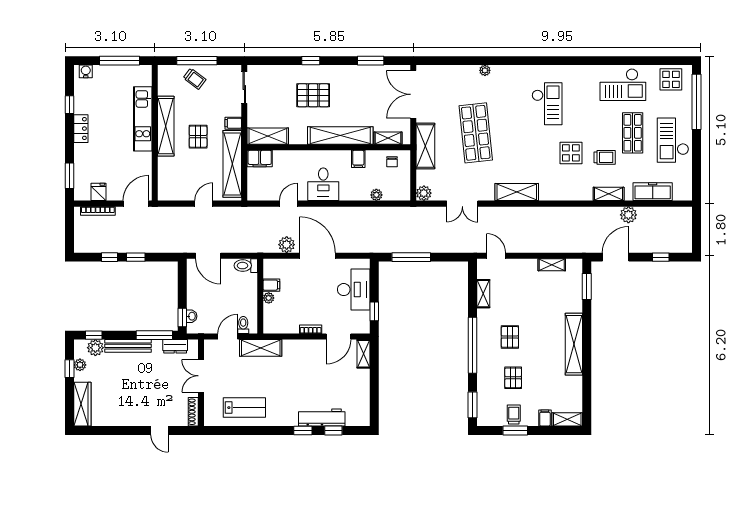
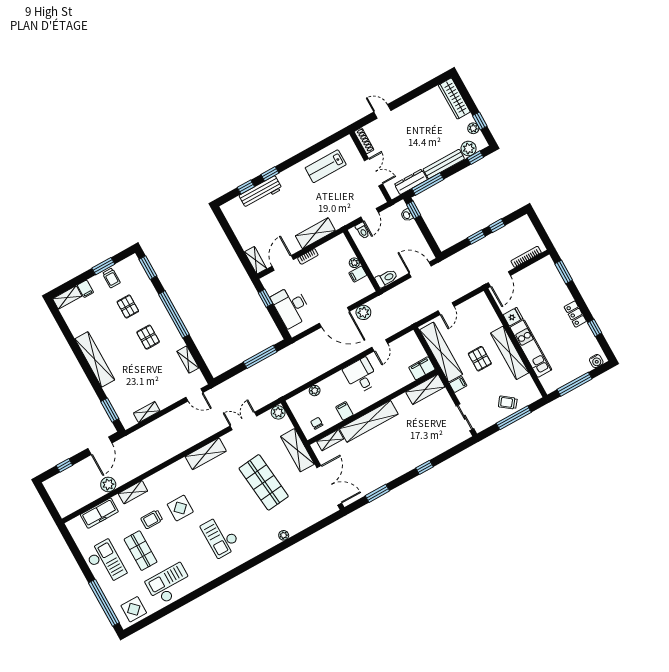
pallet: (313, 95) -> (408, 441), removed
fridge: (99, 192) -> (513, 317), moved, turned -90
dresser: (175, 346) -> (411, 182), width x1.44
shelving: (261, 348) -> (315, 233), moved

